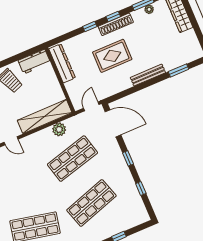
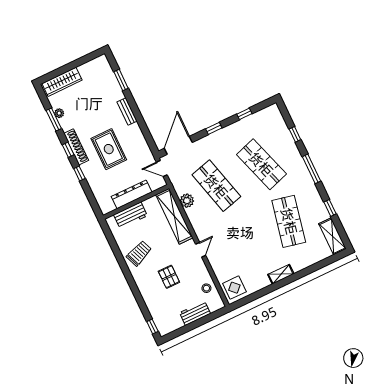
workbench: (34, 62) -> (130, 215), moved, turned 90
dresser: (62, 63) -> (132, 194), moved
bench: (148, 75) -> (127, 111), width x0.73

